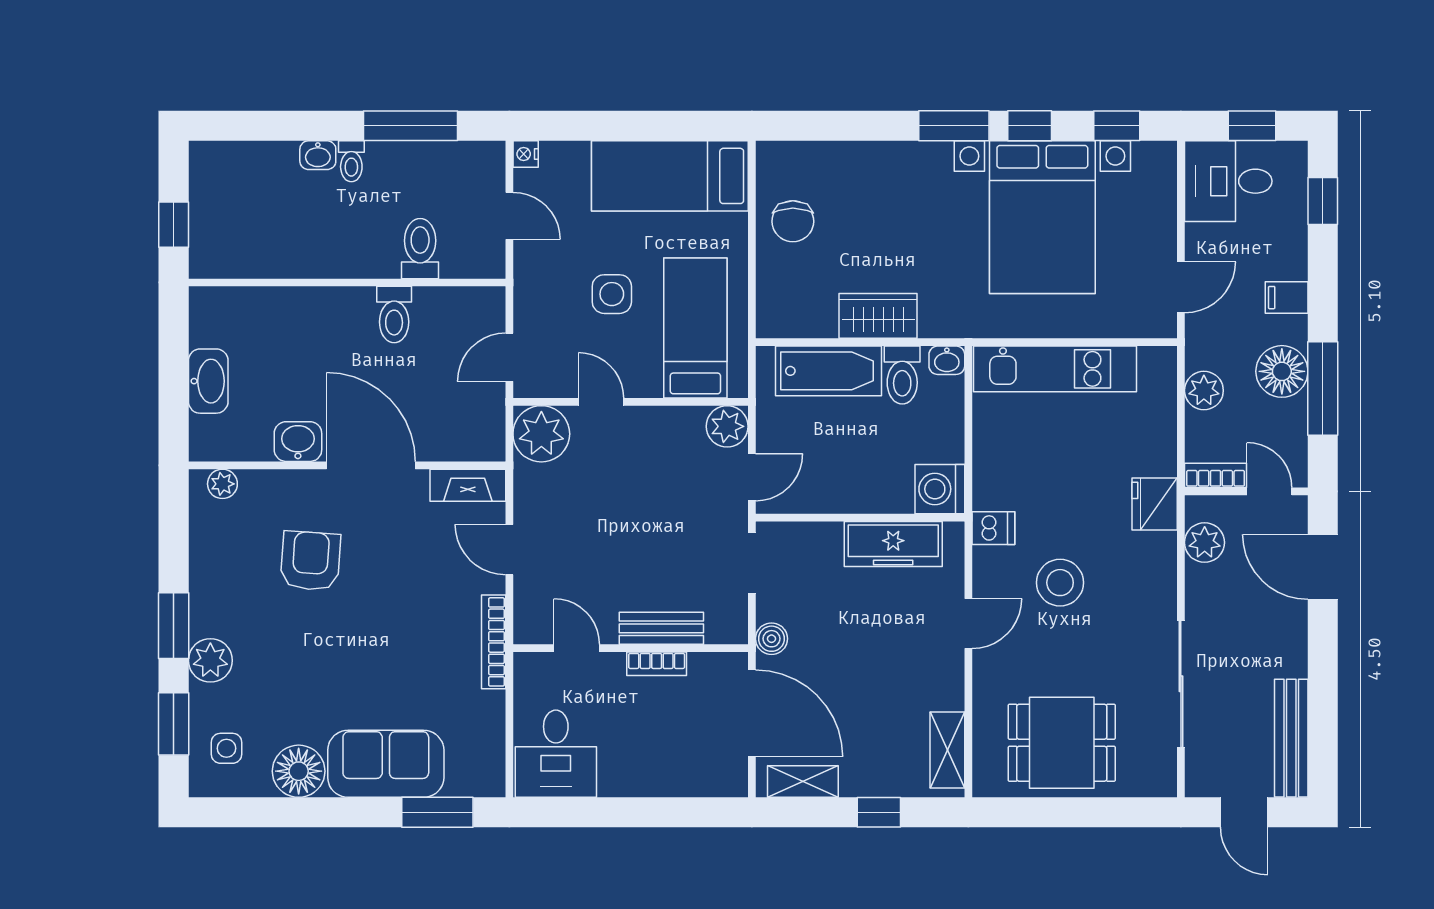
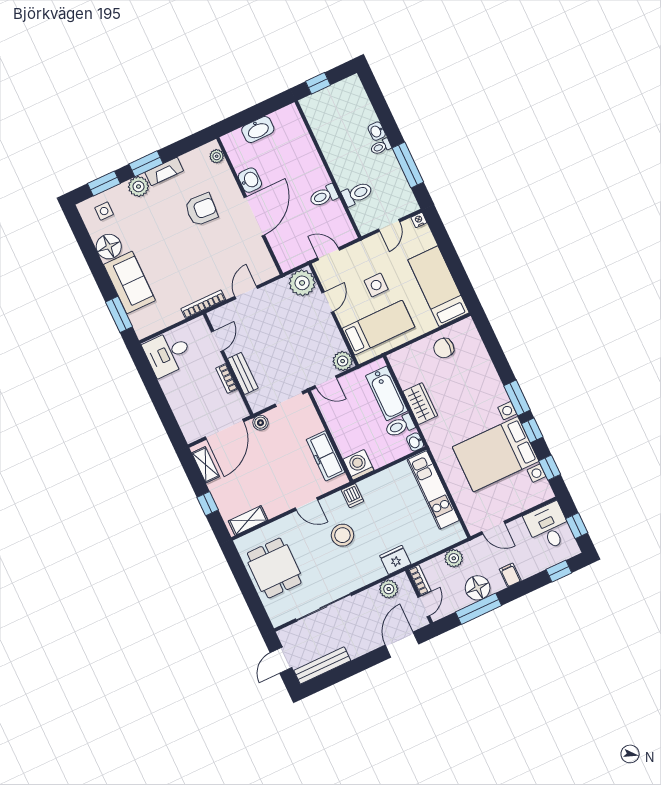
fireplace: (468, 485) -> (164, 171), moved, turned -90

